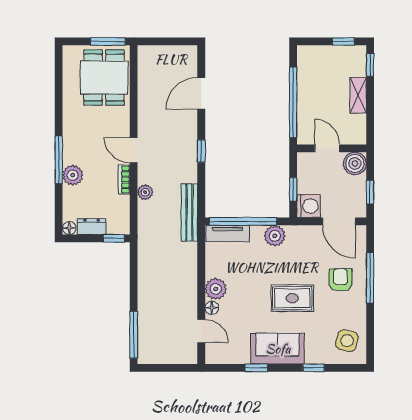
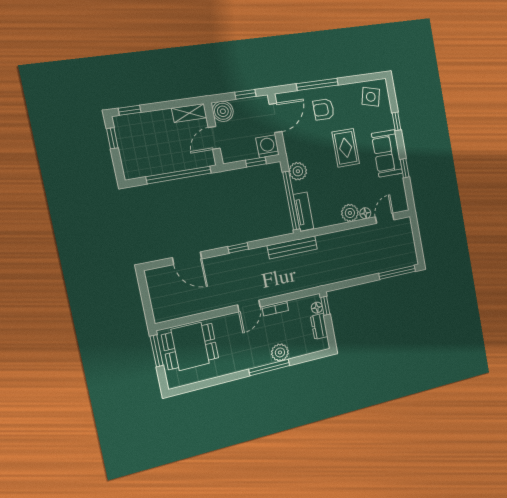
shelving: (358, 95) -> (189, 113), moved
plant: (145, 192) -> (283, 288), removed
floor lamp: (69, 228) -> (317, 308), moved

